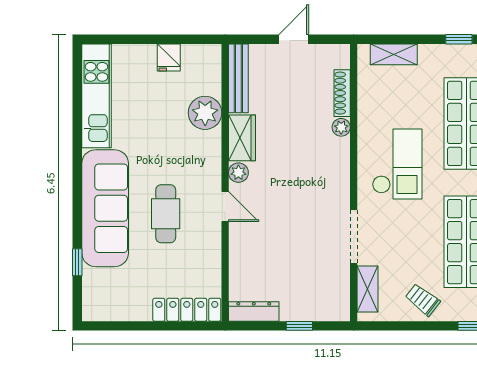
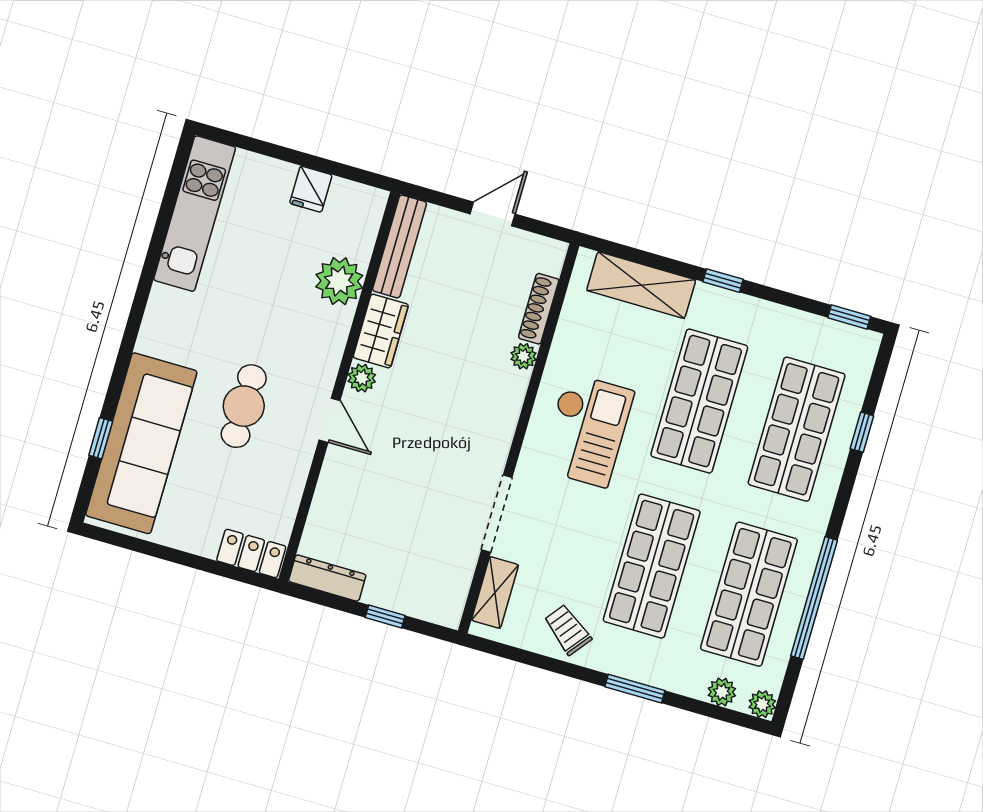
shelving: (394, 54) -> (641, 285), width x1.50, depth x1.33
sofa: (105, 208) -> (141, 443), moved
locker: (187, 310) -> (251, 553), width x0.66

